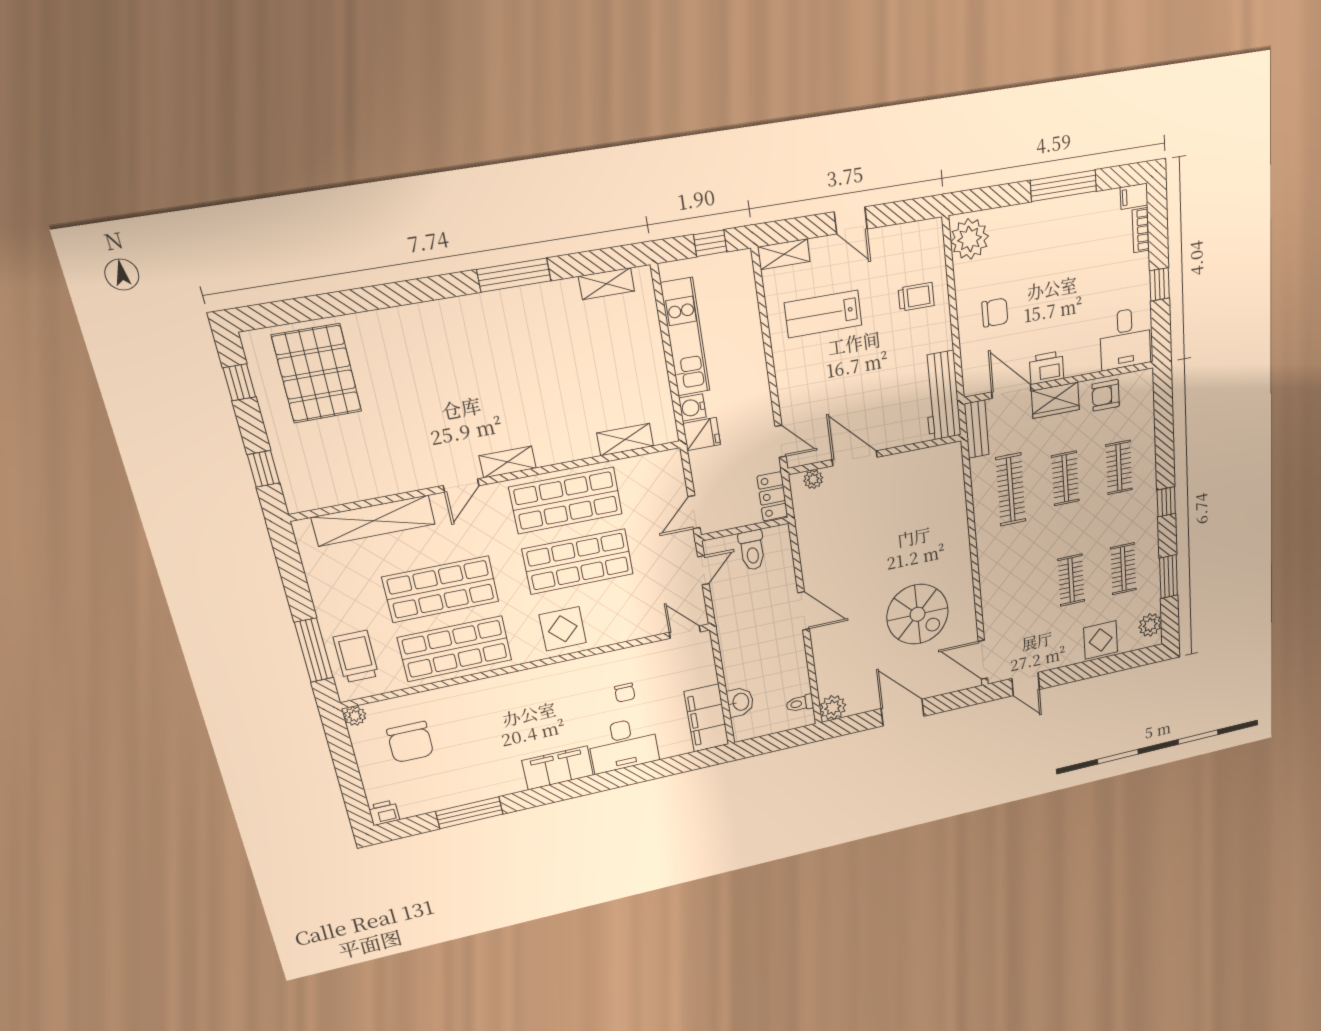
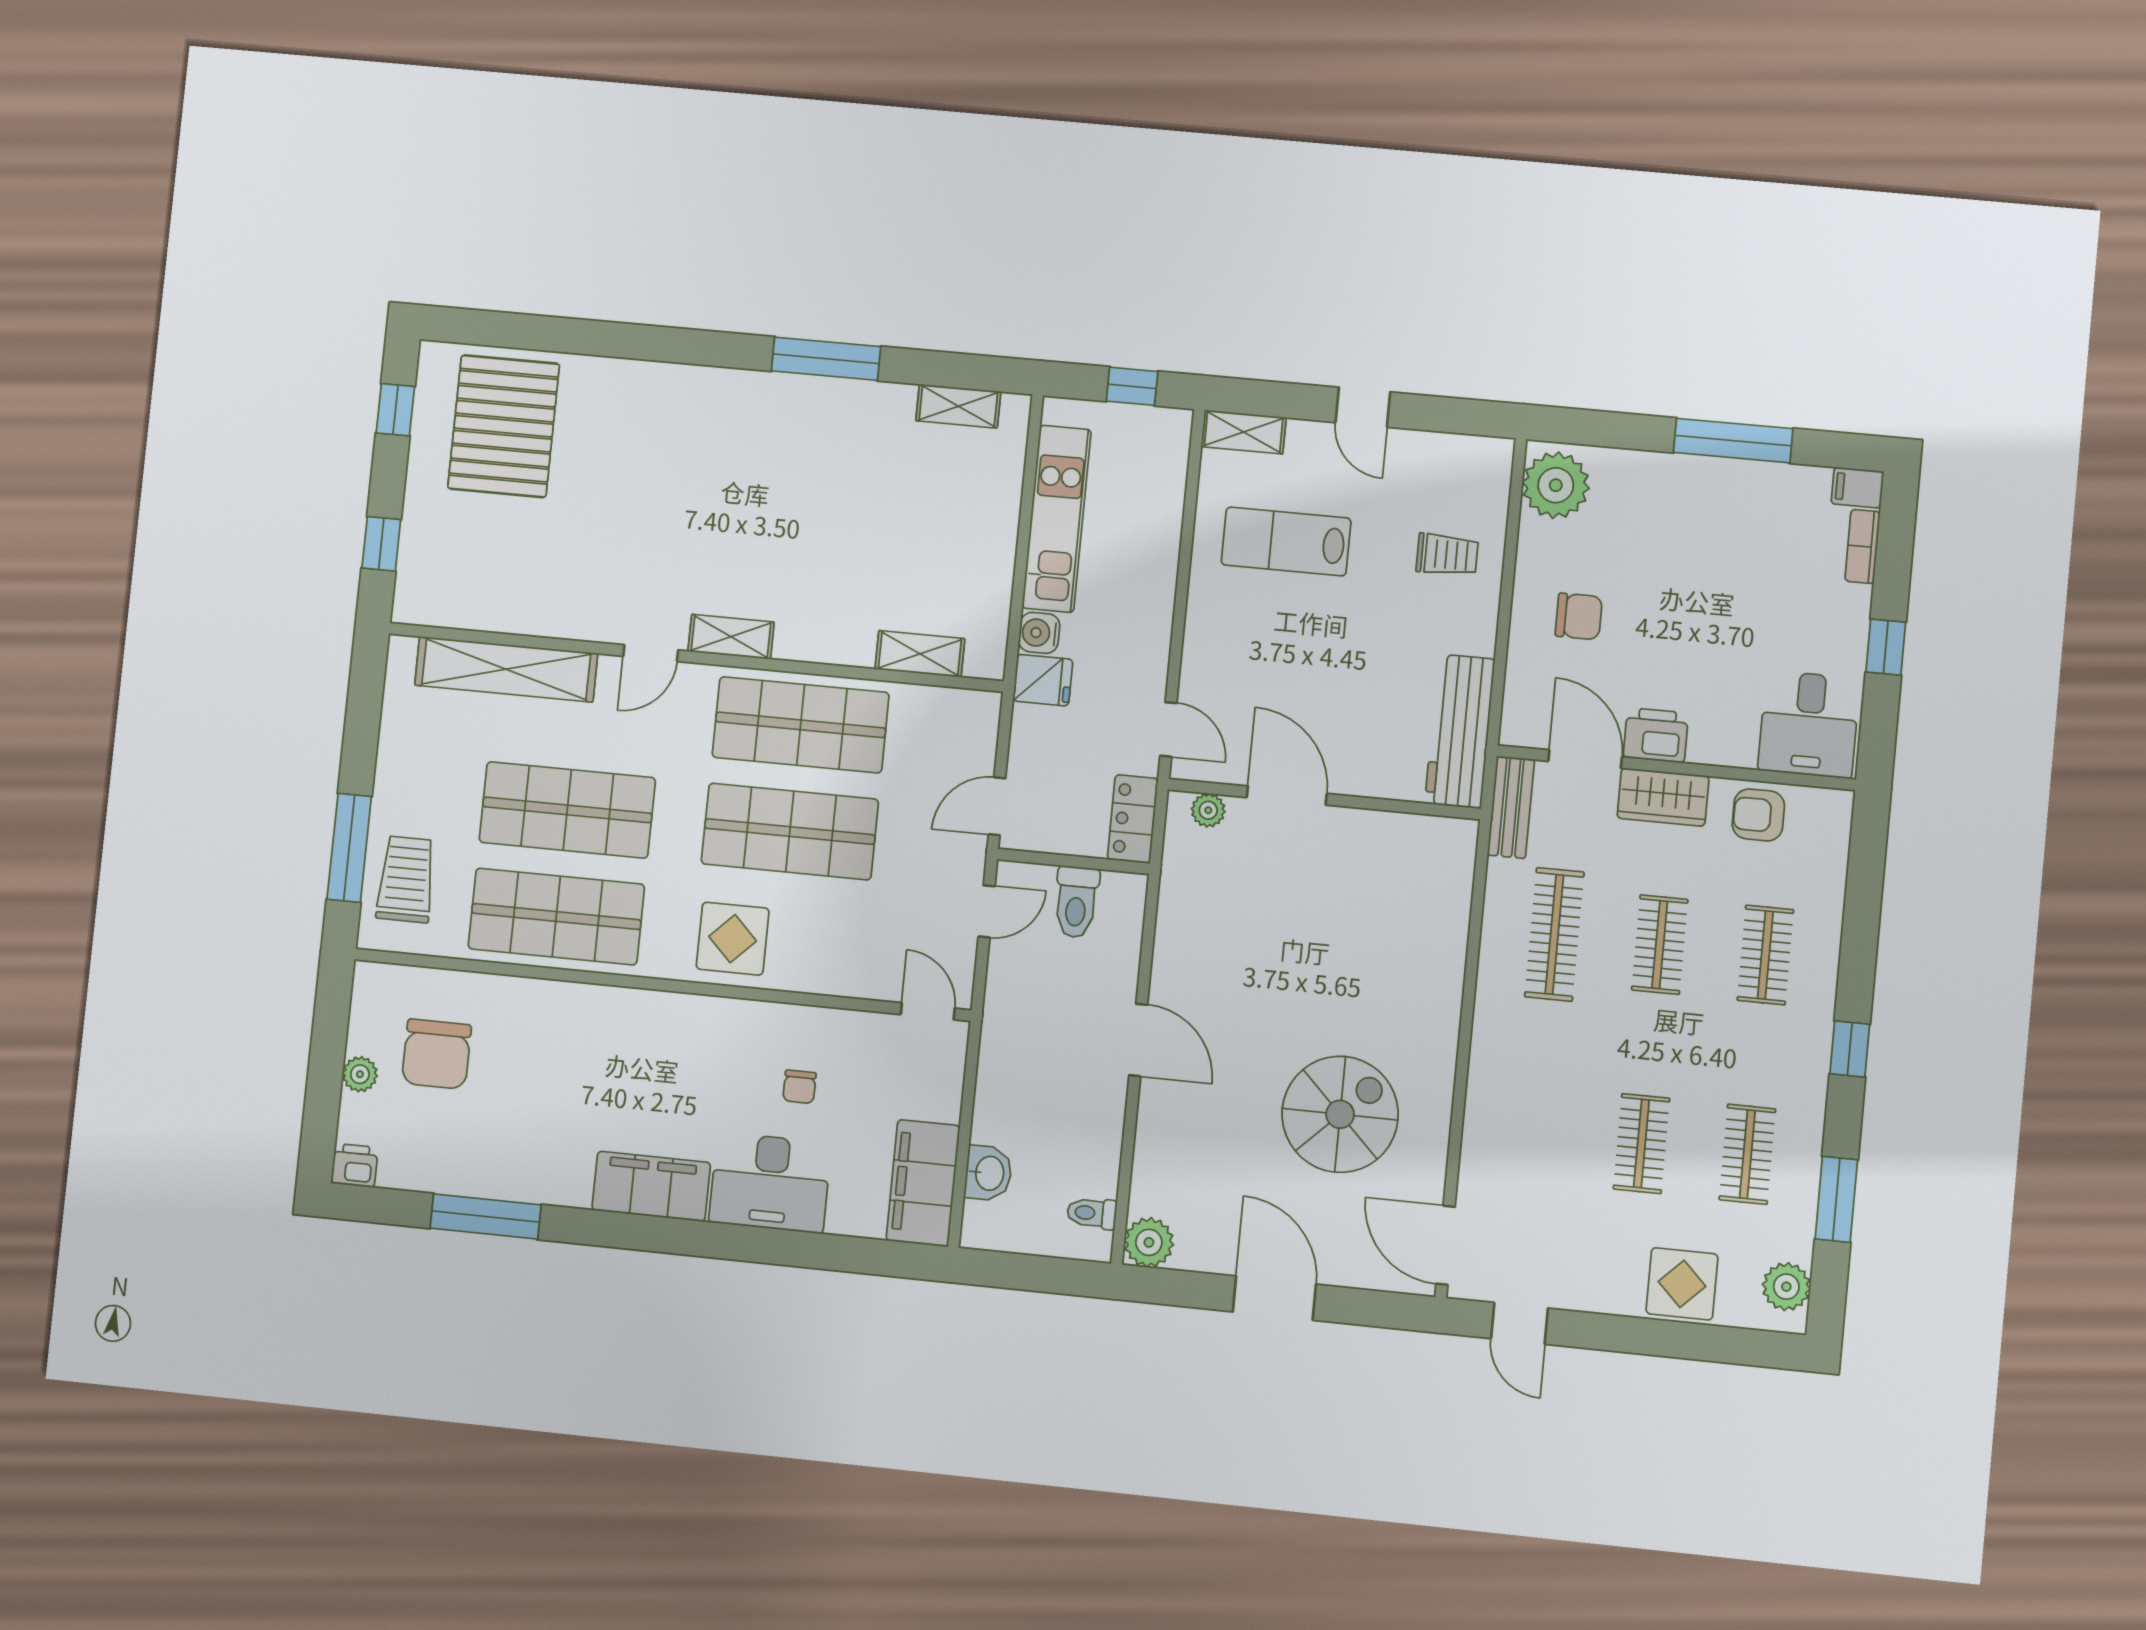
spiral stairs: (918, 614) -> (1340, 1114), turned -90
plant: (355, 716) -> (360, 1074), moved

